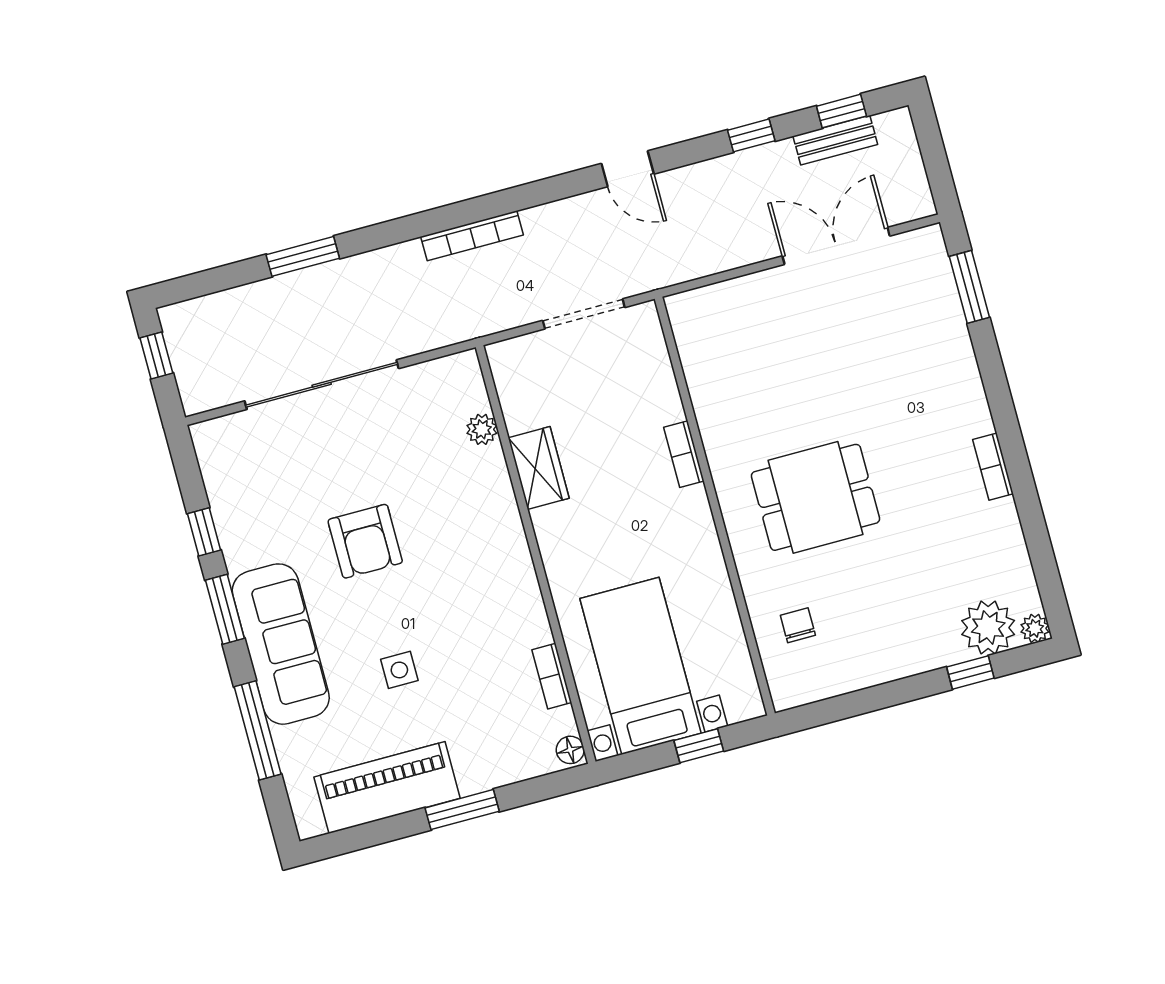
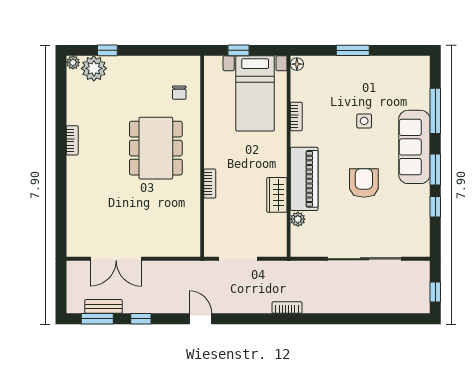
window: (841, 111) -> (97, 319), width x1.50
bookcase: (472, 236) -> (287, 308), width x0.64
window: (303, 256) -> (357, 319), removed
window: (969, 287) -> (61, 224), removed
dining table: (815, 497) -> (156, 148), width x1.38
bookcase: (552, 676) -> (296, 116), moved
piano: (387, 788) -> (304, 179), moved, turned -90

